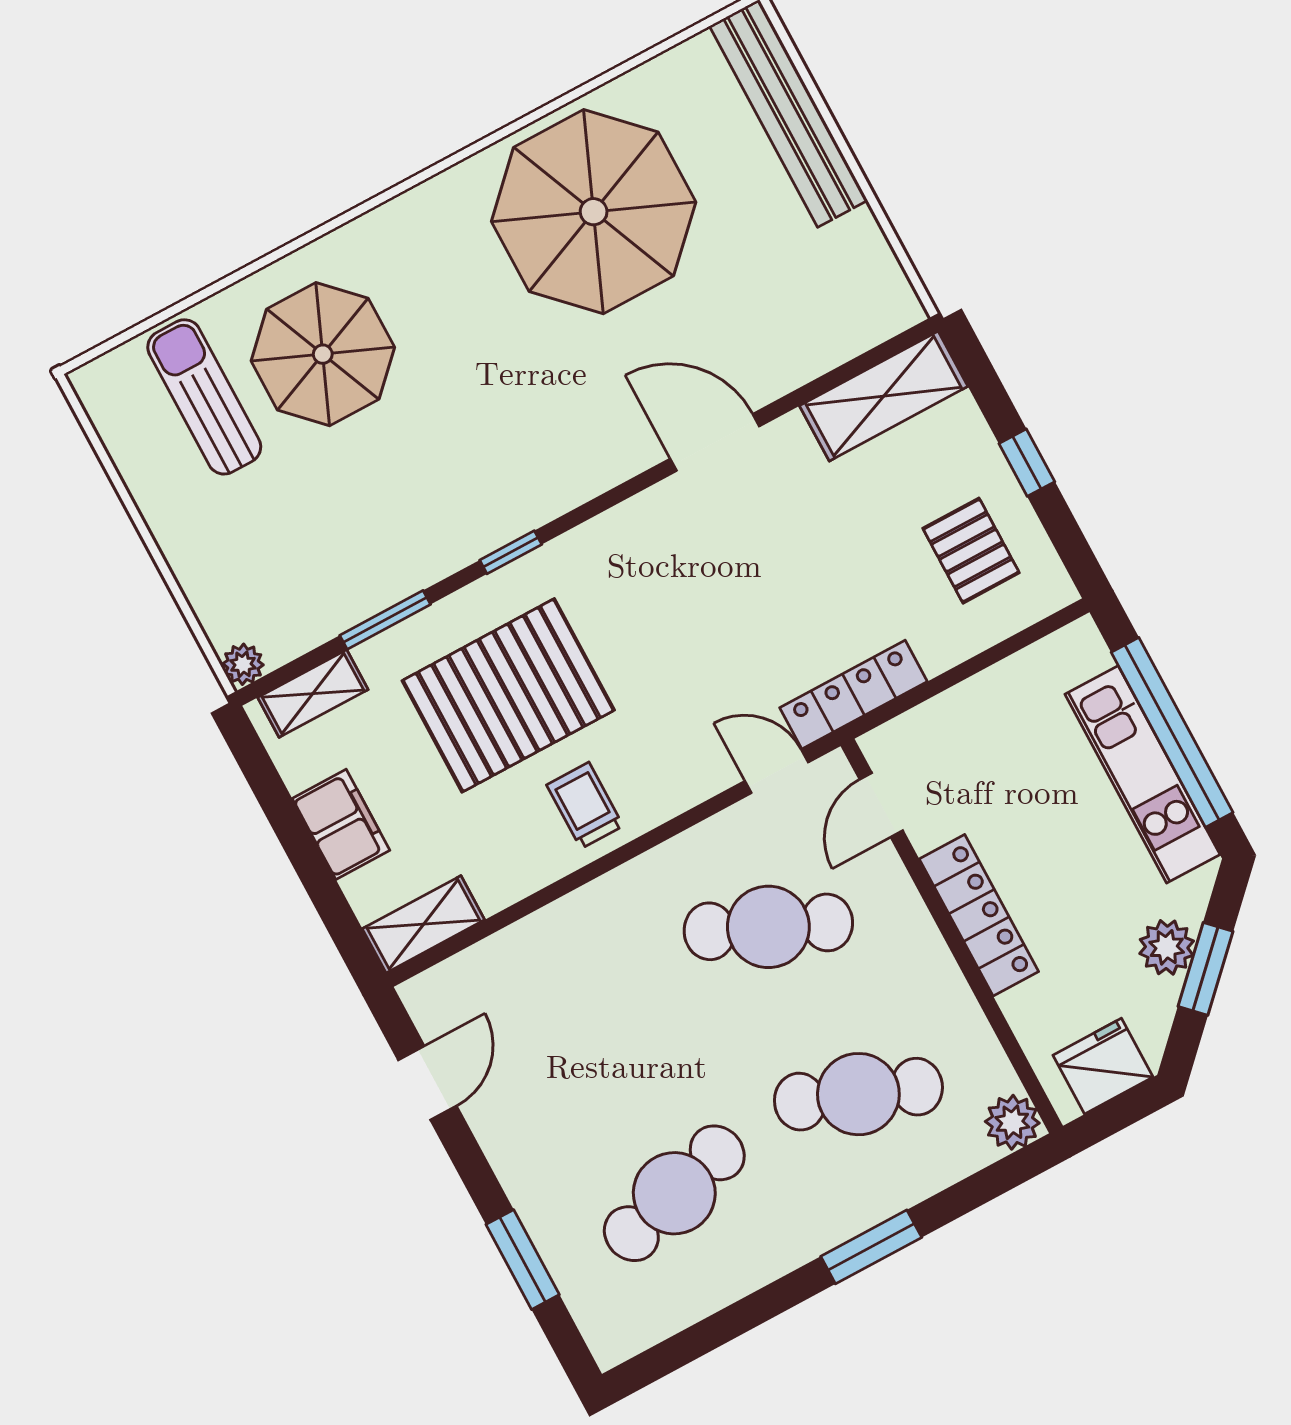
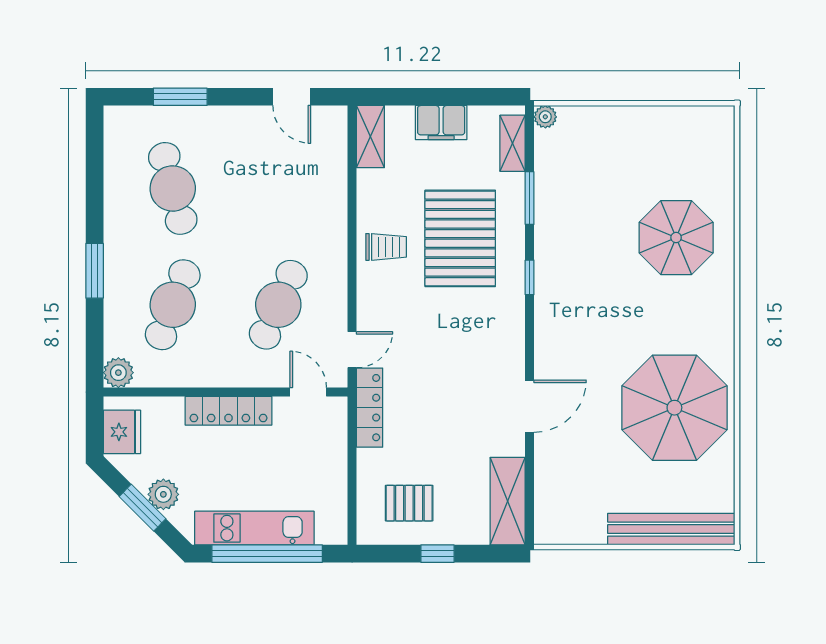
sun lounger: (204, 397) -> (686, 168), removed

